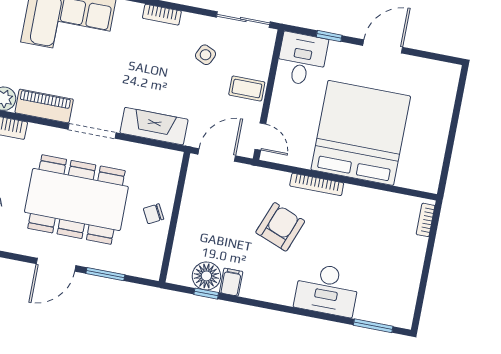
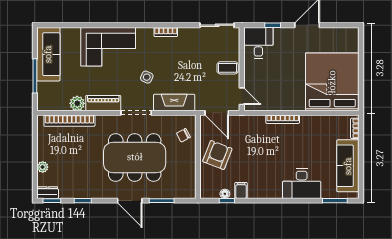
side table: (205, 55) -> (147, 77), moved
bed: (361, 133) -> (332, 82), moved
door: (217, 155) -> (217, 113), swing flipped
chair: (153, 214) -> (183, 135), moved
armchair: (280, 227) -> (217, 155), moved
door: (56, 265) -> (130, 201), hinge flipped
floor lamp: (206, 276) -> (225, 194), width x0.53, depth x0.53
sofa: (404, 276) -> (348, 166), added

